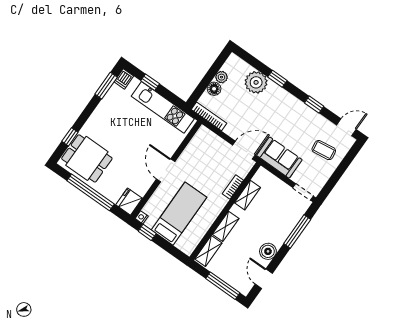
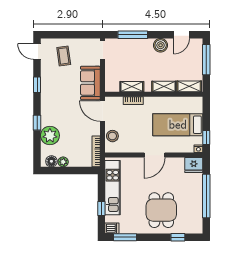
floor lamp: (214, 89) -> (51, 161), moved
stool: (213, 143) -> (112, 136), added
dining table: (87, 158) -> (161, 210), moved

